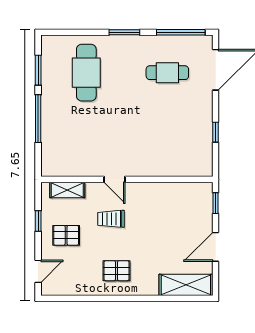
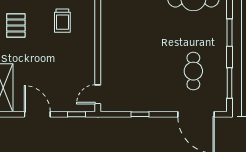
window: (181, 32) -> (230, 83), width x0.69
door: (114, 179) -> (98, 94), moved
trolley: (111, 219) -> (62, 21), turned 180

